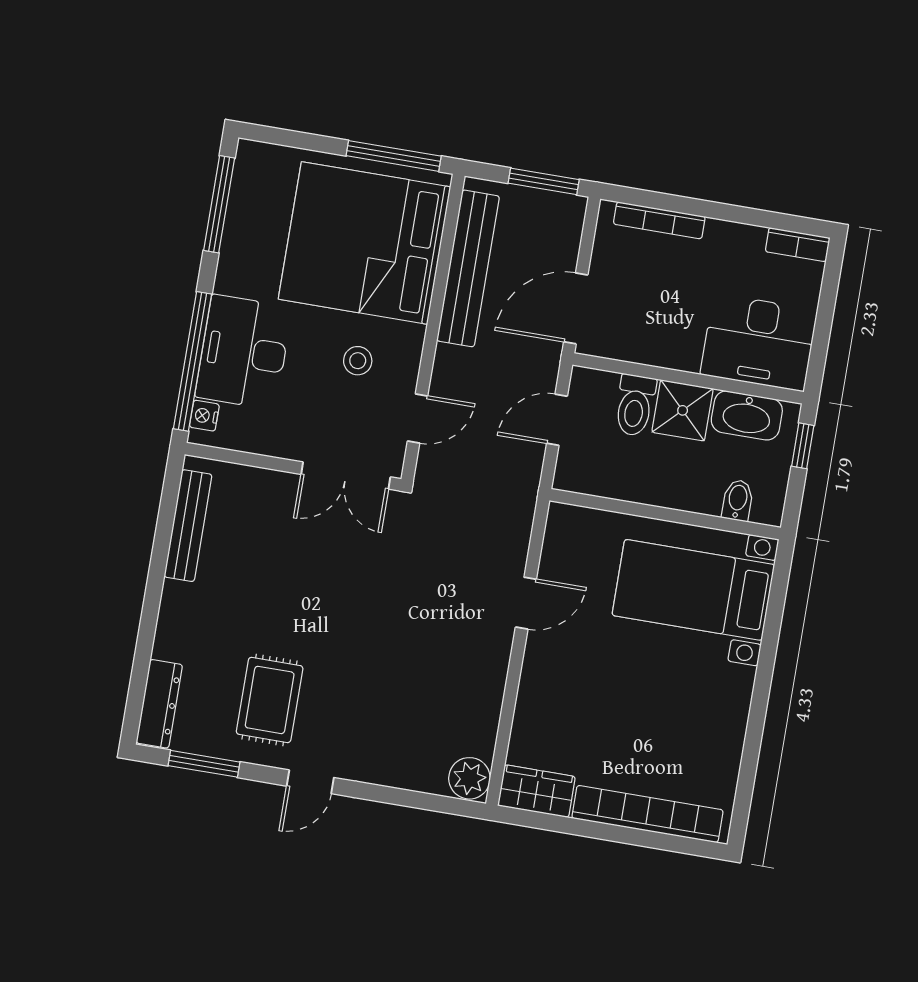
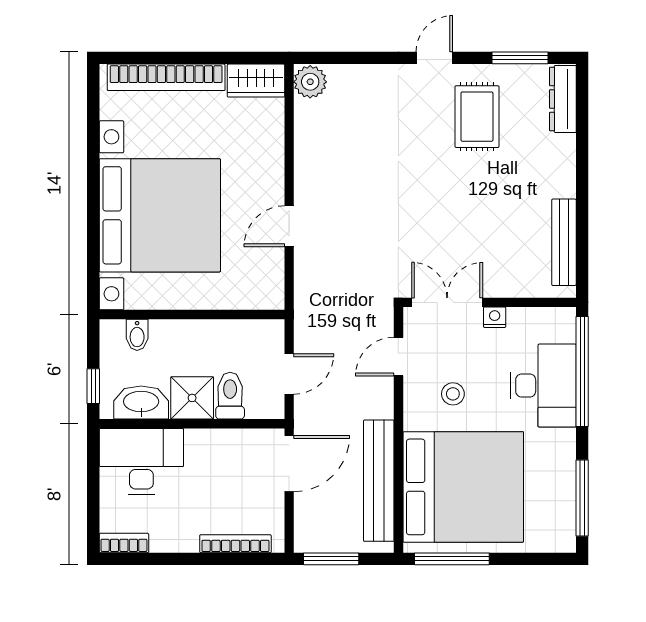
nightstand: (204, 416) -> (495, 317), moved, turned -90
bed with nightstands: (693, 590) -> (160, 215), width x1.85

